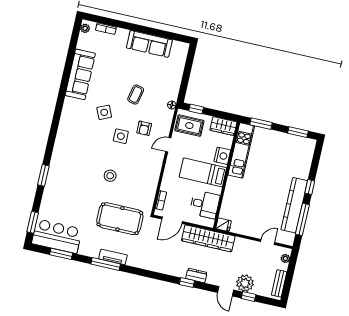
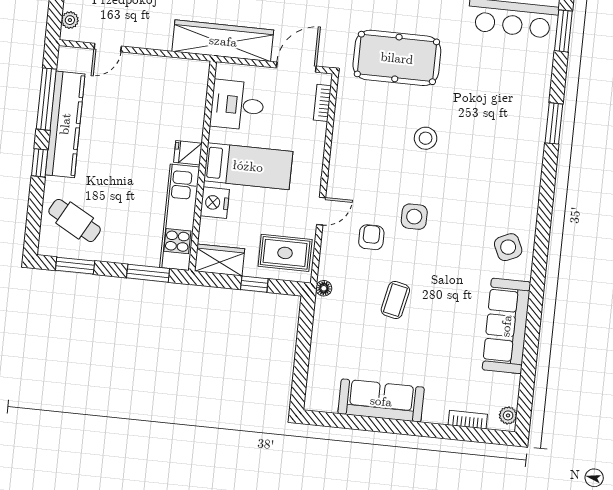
window: (196, 109) -> (254, 284), moved
side table: (104, 112) -> (508, 247), moved
cafe table: (295, 155) -> (75, 220), added
fridge: (224, 225) -> (188, 153), moved

